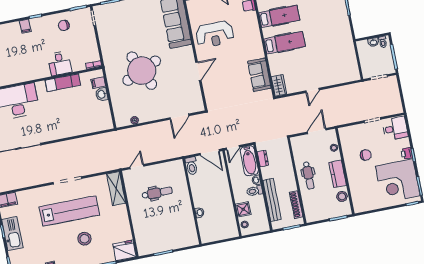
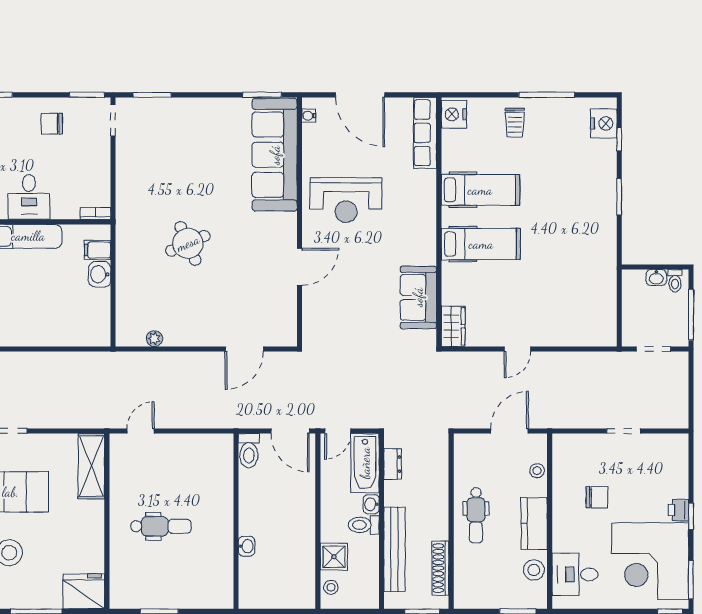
round table: (142, 71) -> (188, 243), width x0.54, depth x0.54
desk: (395, 128) -> (575, 574), moved, turned 180
dental chair: (157, 193) -> (161, 526), moved

